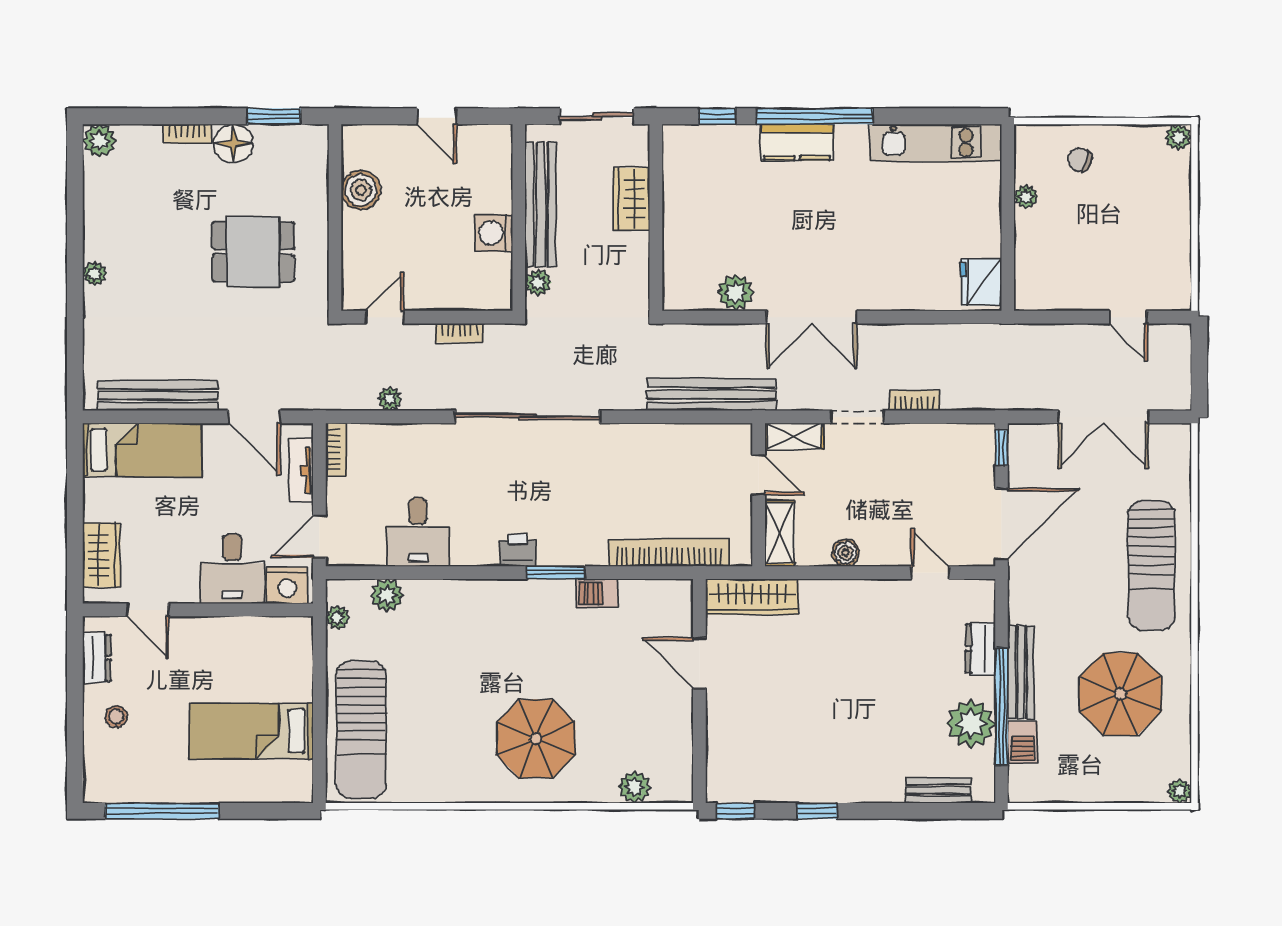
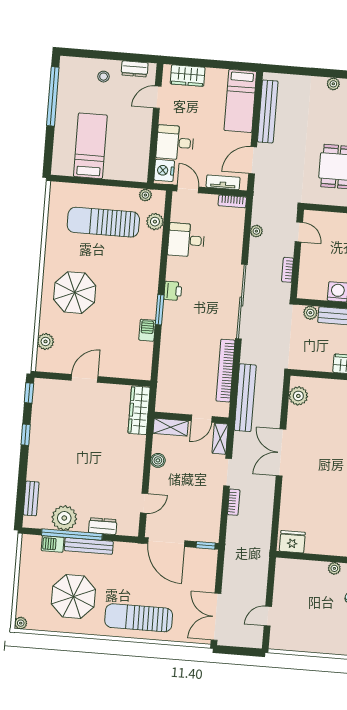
plant: (736, 293) -> (298, 396), moved
double door: (1103, 417) -> (216, 617), moved
bookcase: (669, 553) -> (225, 371), moved, turned 180
door: (699, 663) -> (85, 378), moved
sun lounger: (361, 730) -> (103, 222), moved

